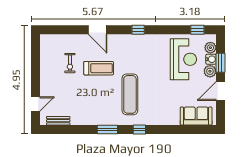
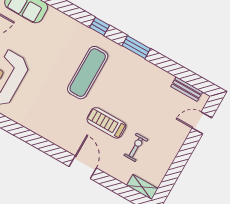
window: (138, 30) -> (36, 141), removed
shelving: (51, 39) -> (142, 187), added

